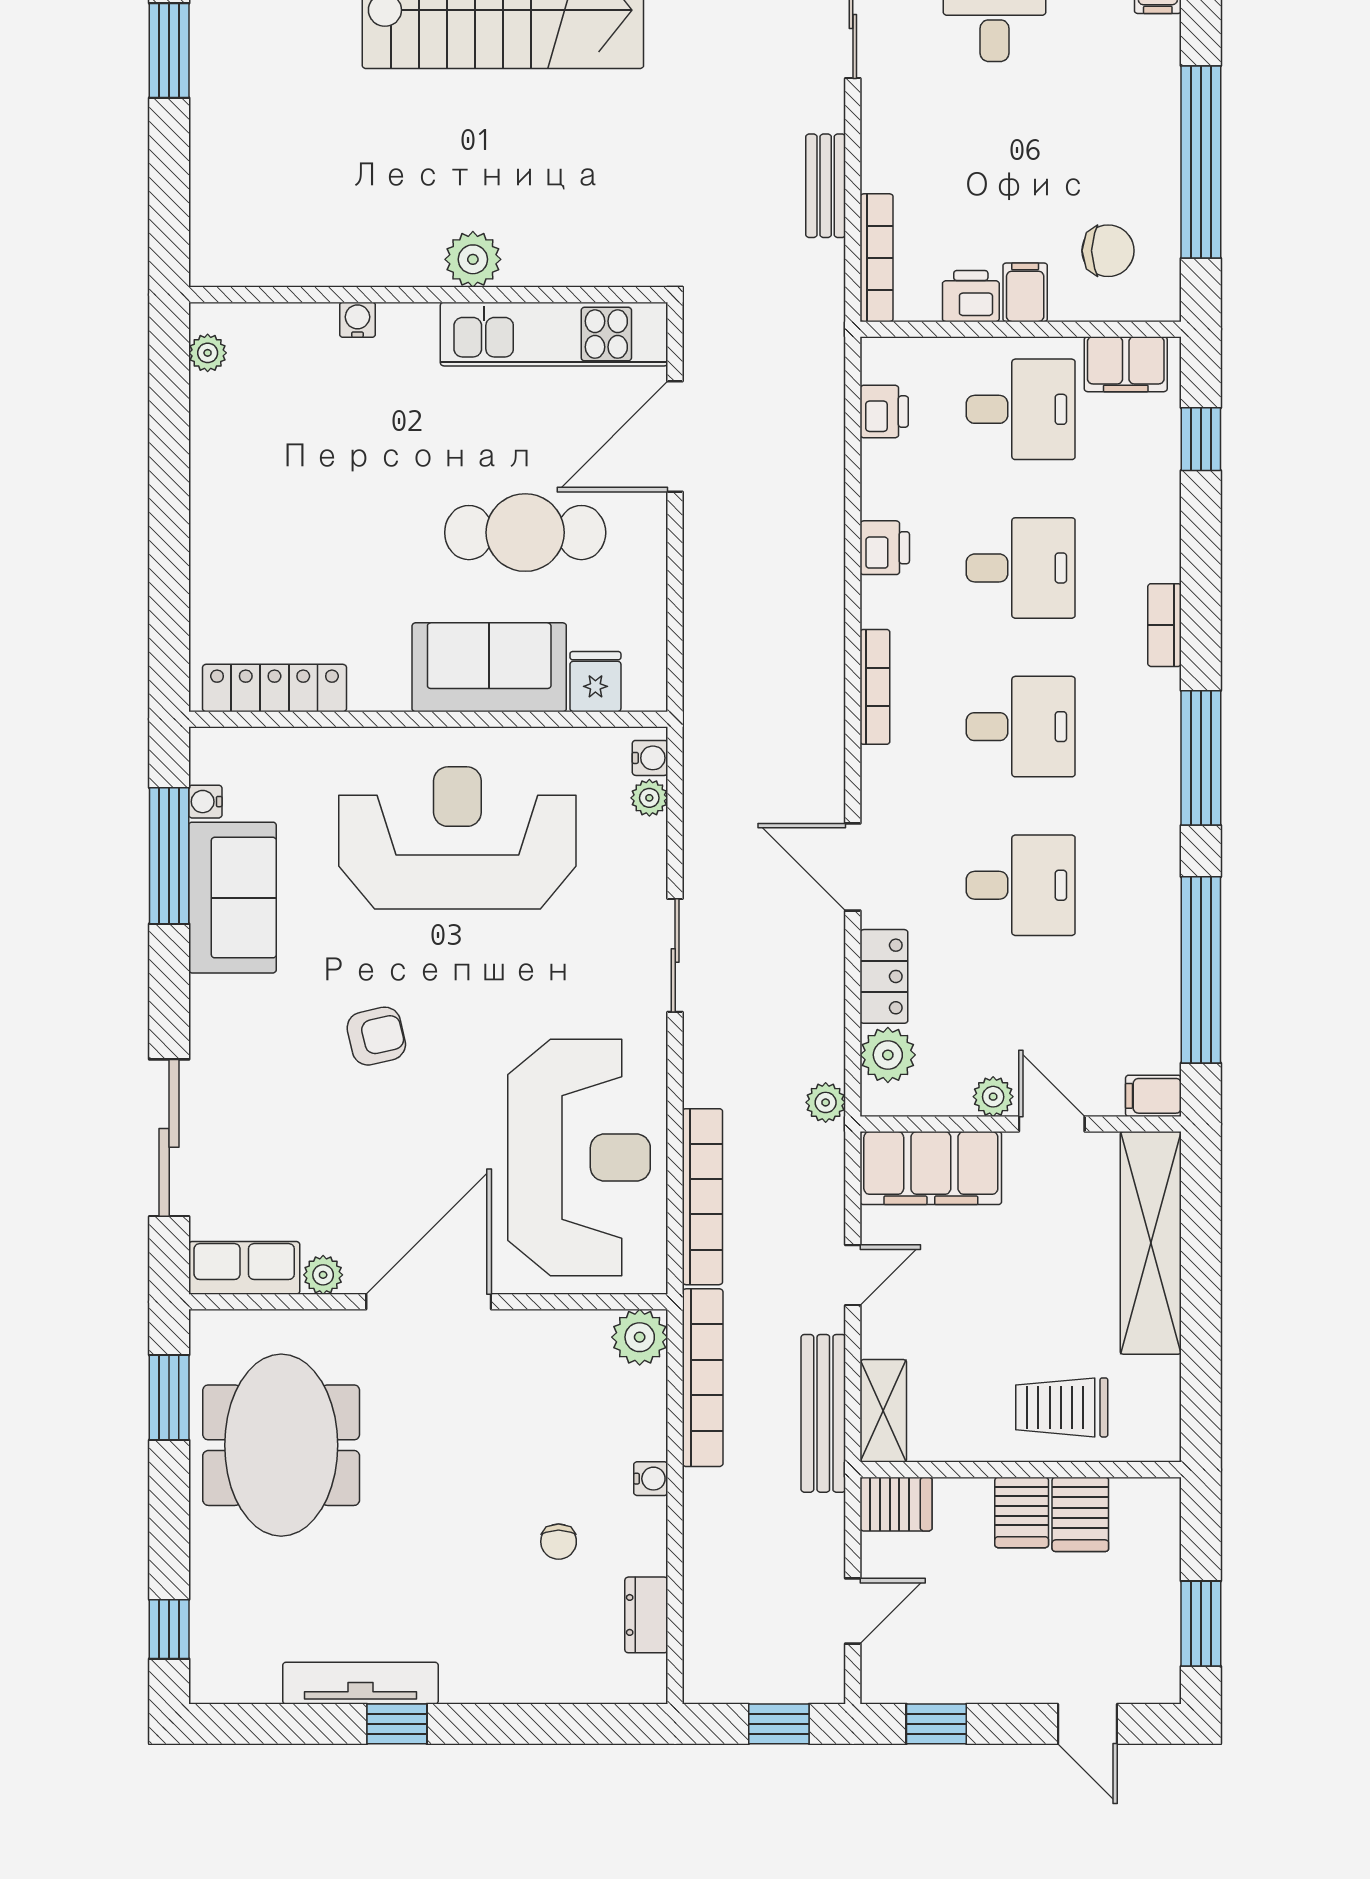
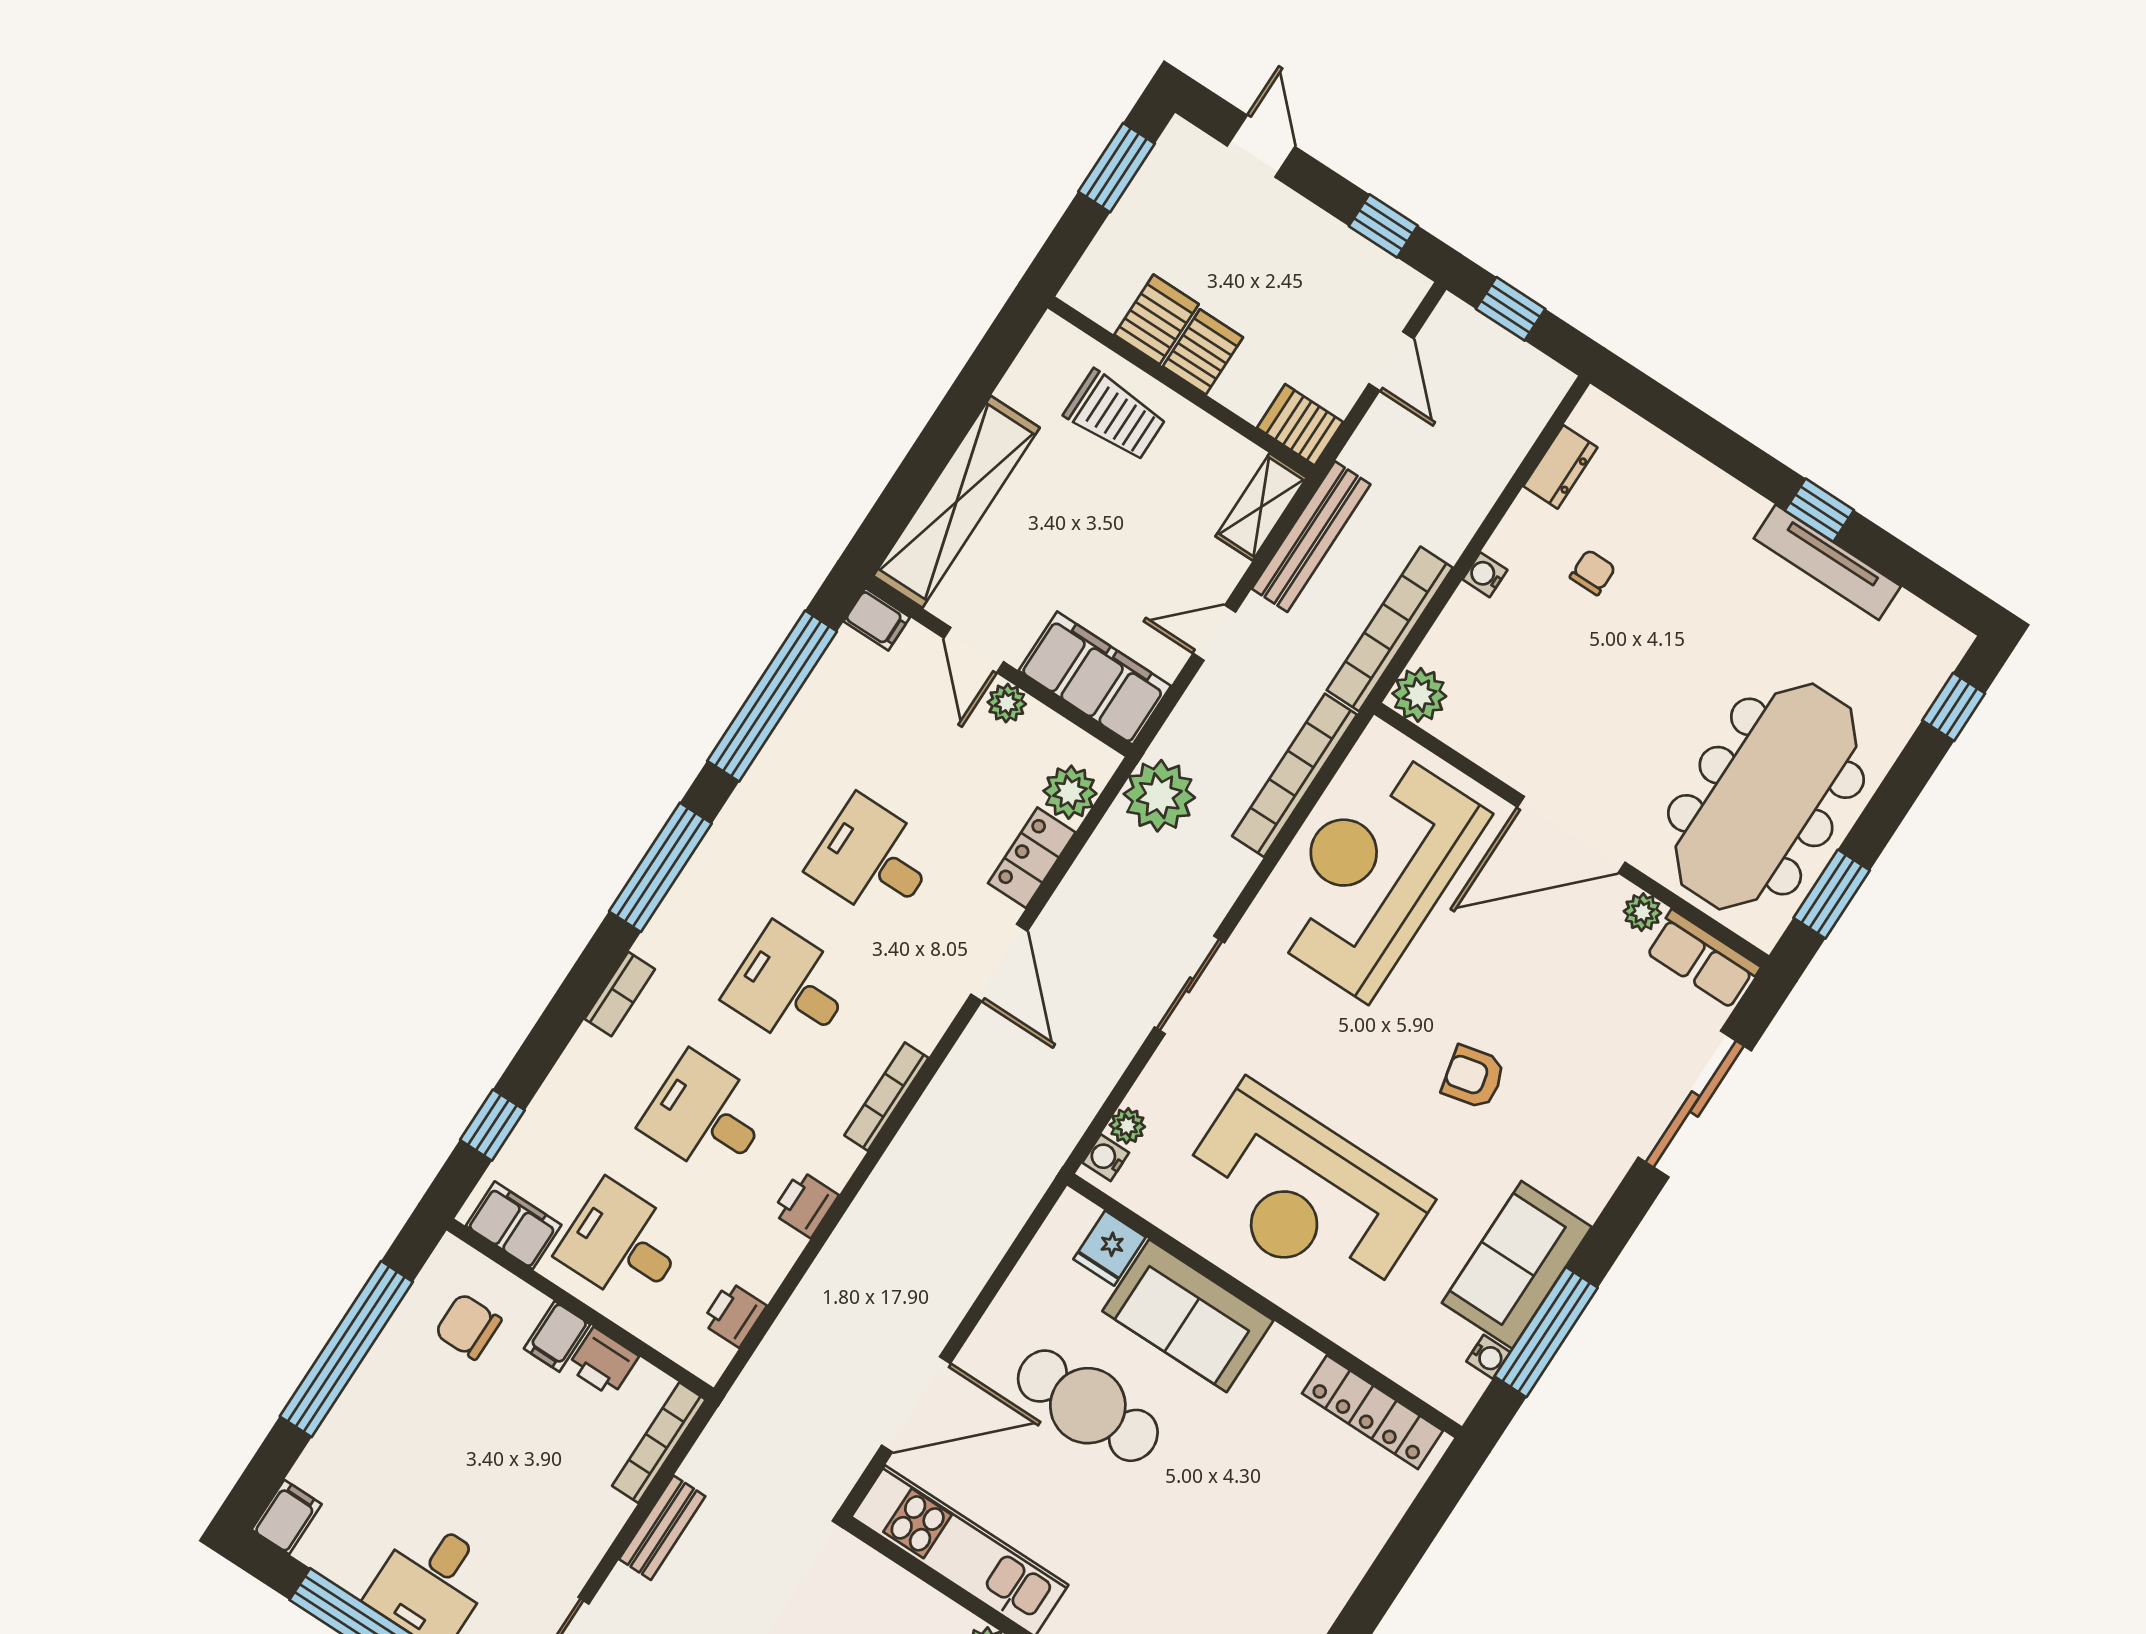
plant: (826, 1102) -> (1159, 796), width x1.87, depth x1.87
meeting table: (281, 1445) -> (1766, 796), width x1.36
door: (853, 1611) -> (1391, 361), swing flipped

